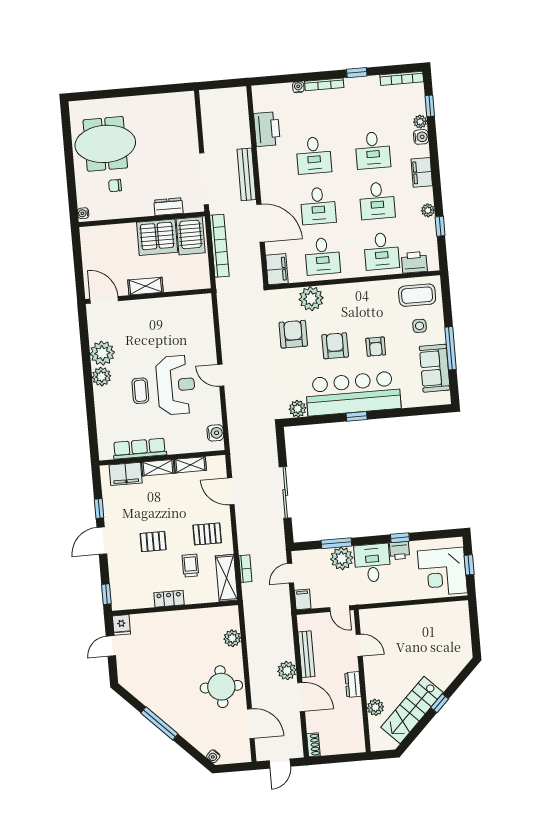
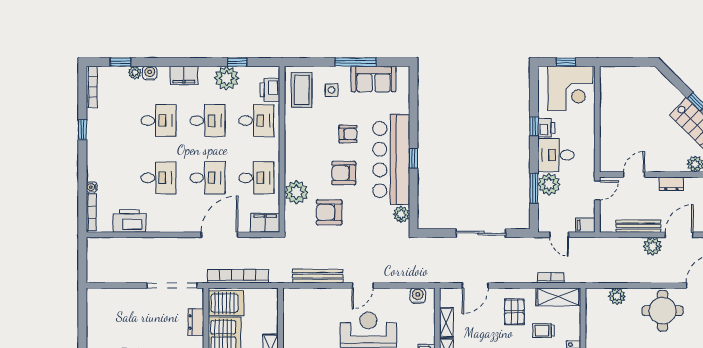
bookcase: (324, 84) -> (91, 212), moved
bench: (247, 174) -> (318, 276), moved
plant: (428, 210) -> (227, 78), width x1.87, depth x1.87

